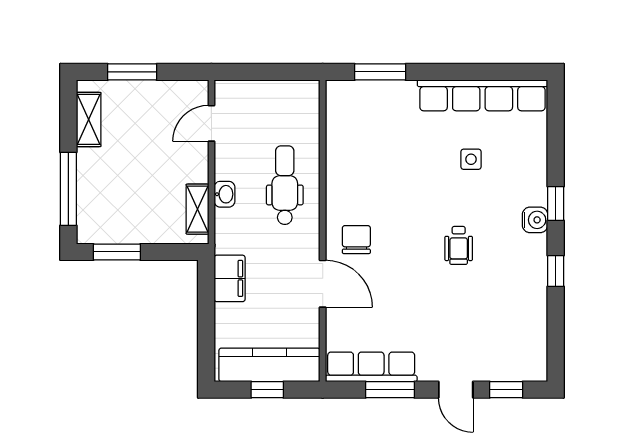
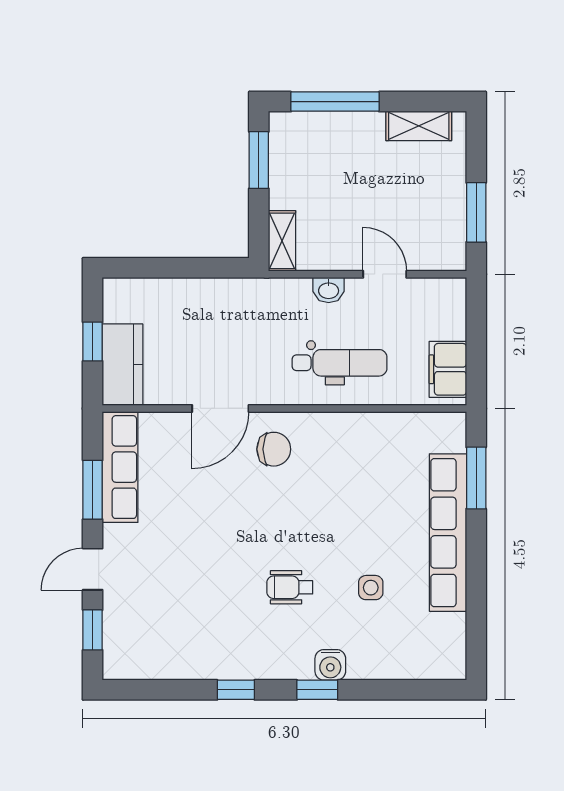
window: (132, 72) -> (476, 212), moved
row of seats: (483, 95) -> (448, 533), moved
door: (211, 123) -> (385, 274), moved
shelving: (198, 209) -> (282, 241), moved, turned 90
water cooler: (535, 220) -> (330, 665), moved
wheelchair: (459, 245) -> (290, 587), moved
filing cabinet: (230, 278) -> (448, 369), moved, turned 90
kitchen counter: (269, 365) -> (122, 365), width x0.67

